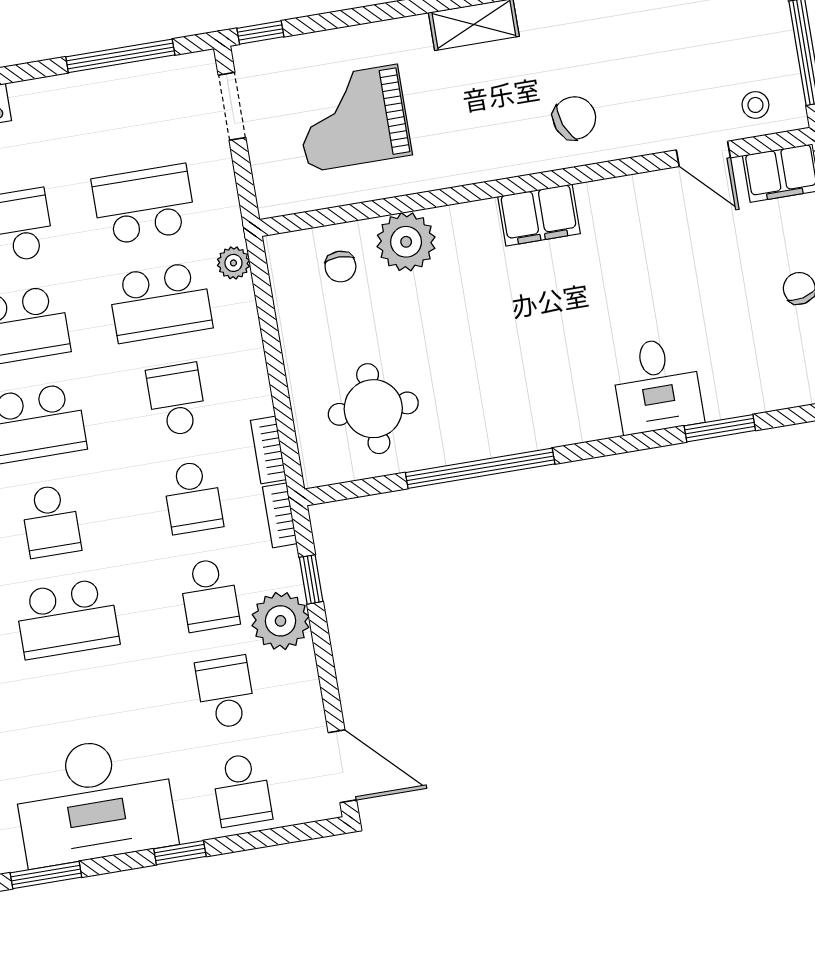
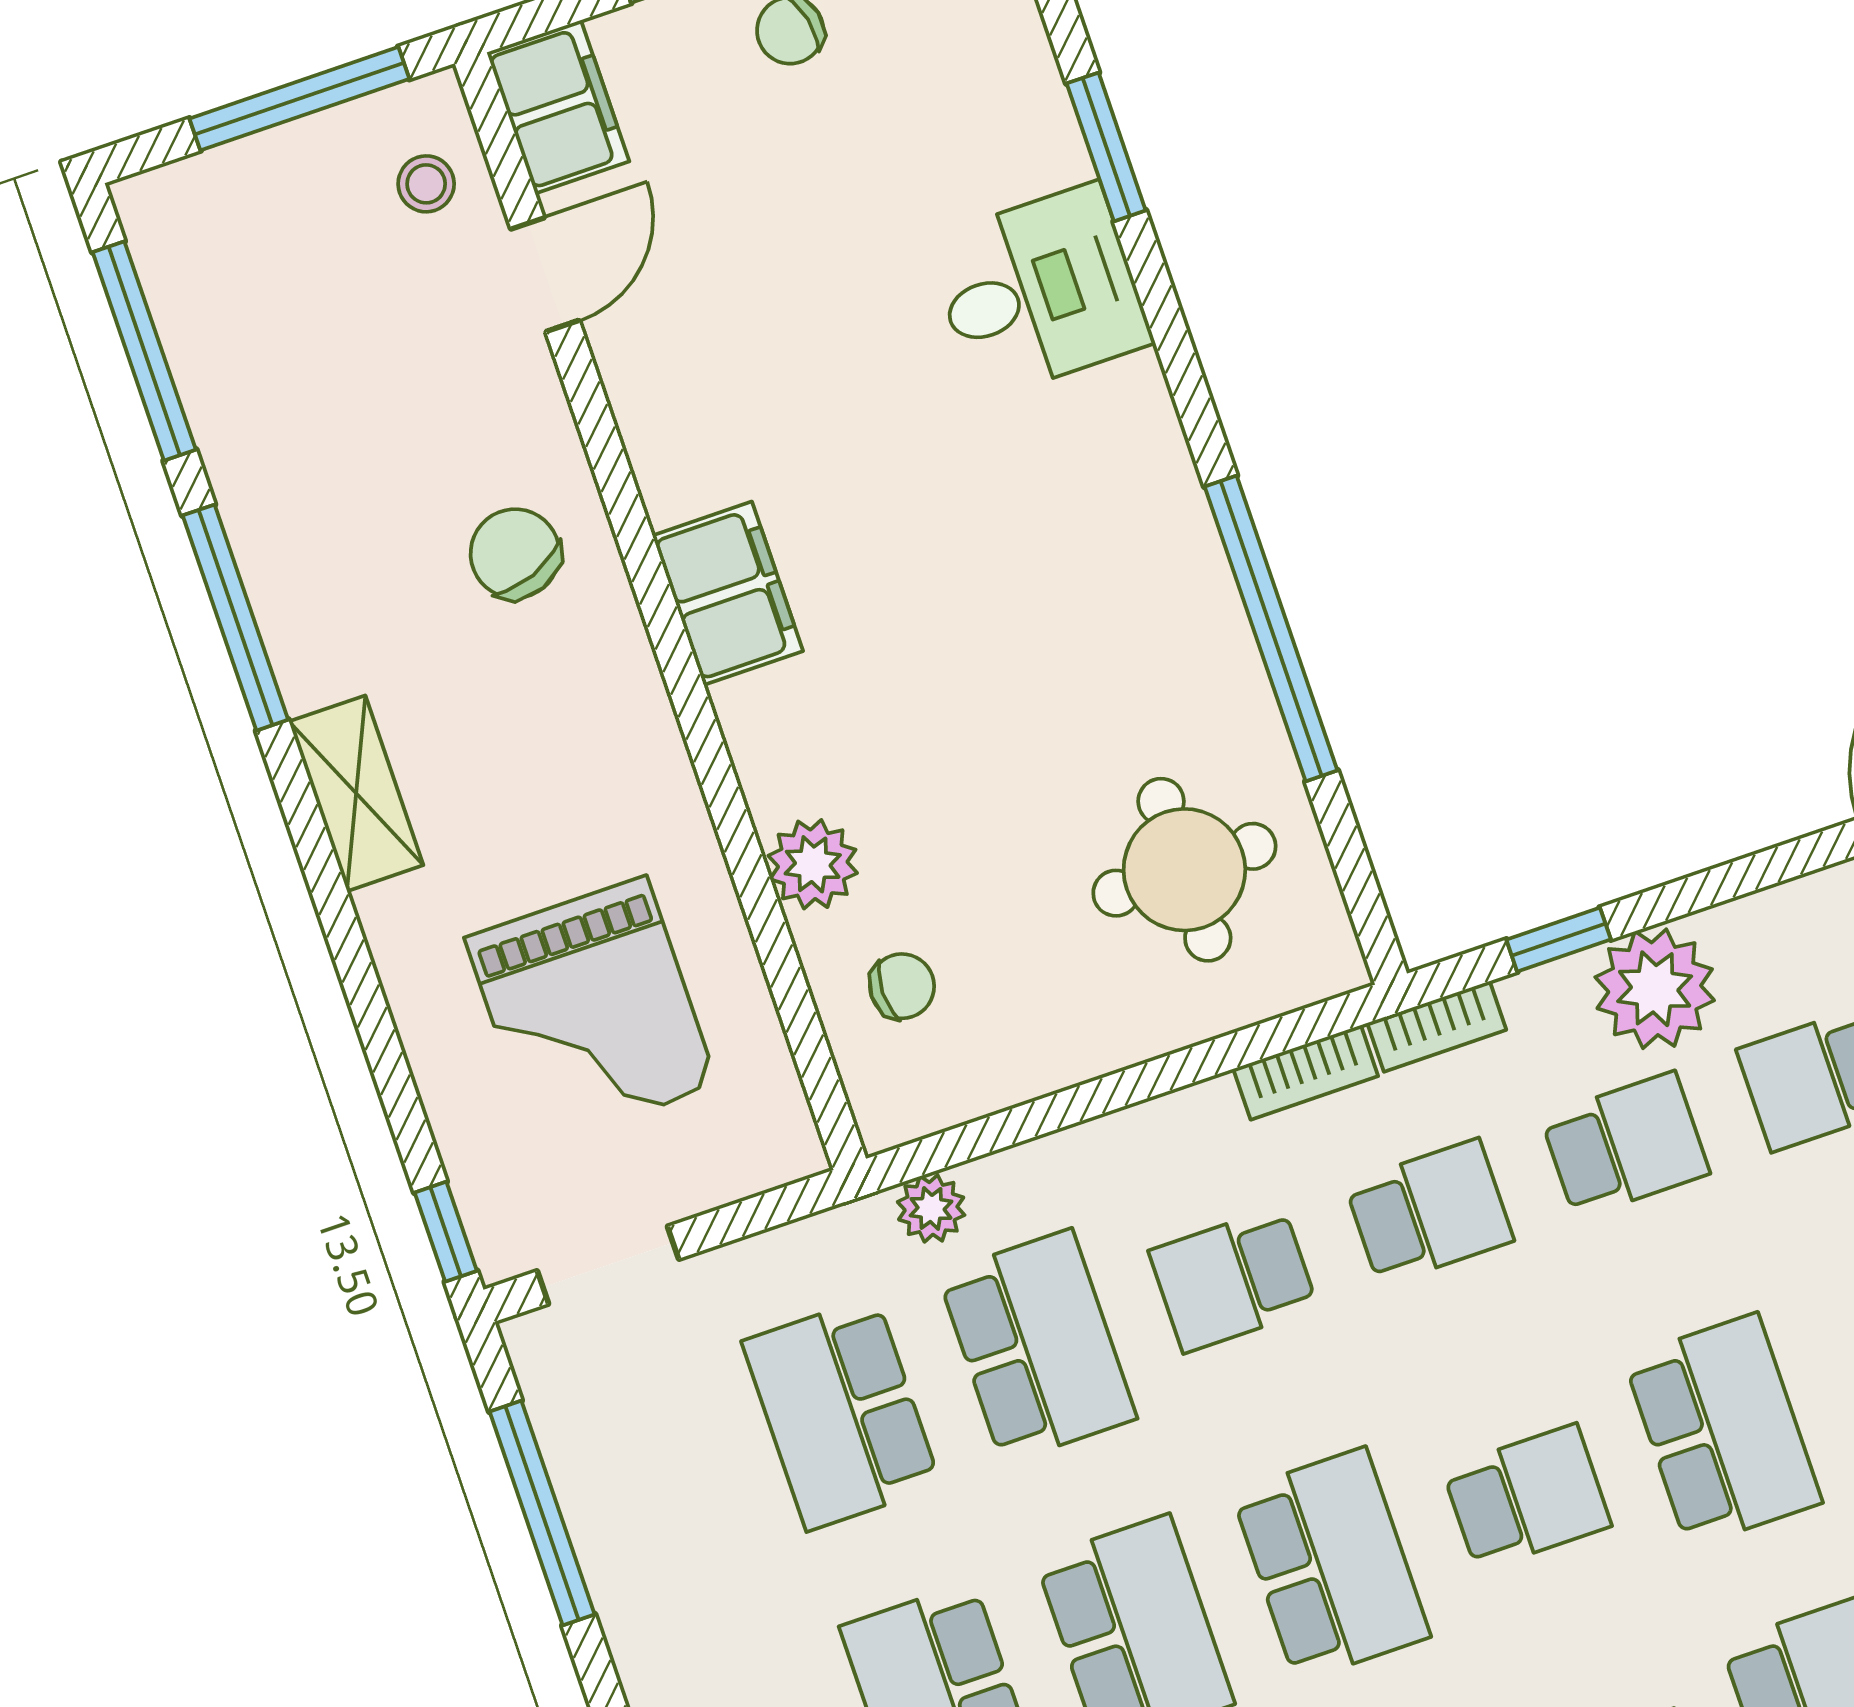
plant: (406, 242) -> (813, 864), width x0.73, depth x0.73

